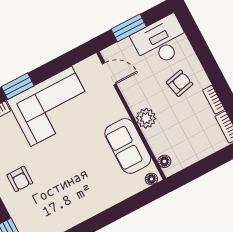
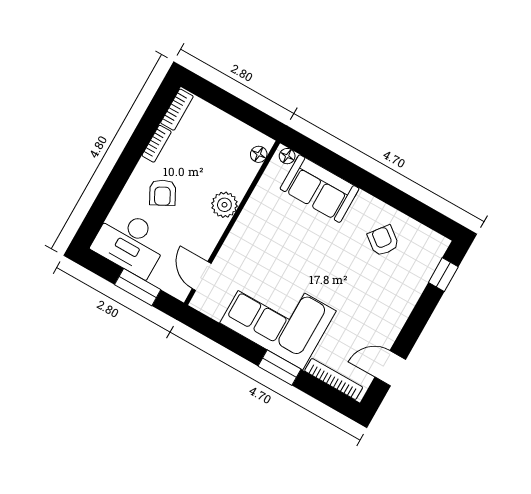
armchair: (180, 83) -> (163, 193), turned -105
sofa: (128, 146) -> (320, 189), moved, turned 90
armchair: (20, 179) -> (383, 241), moved, turned -52

